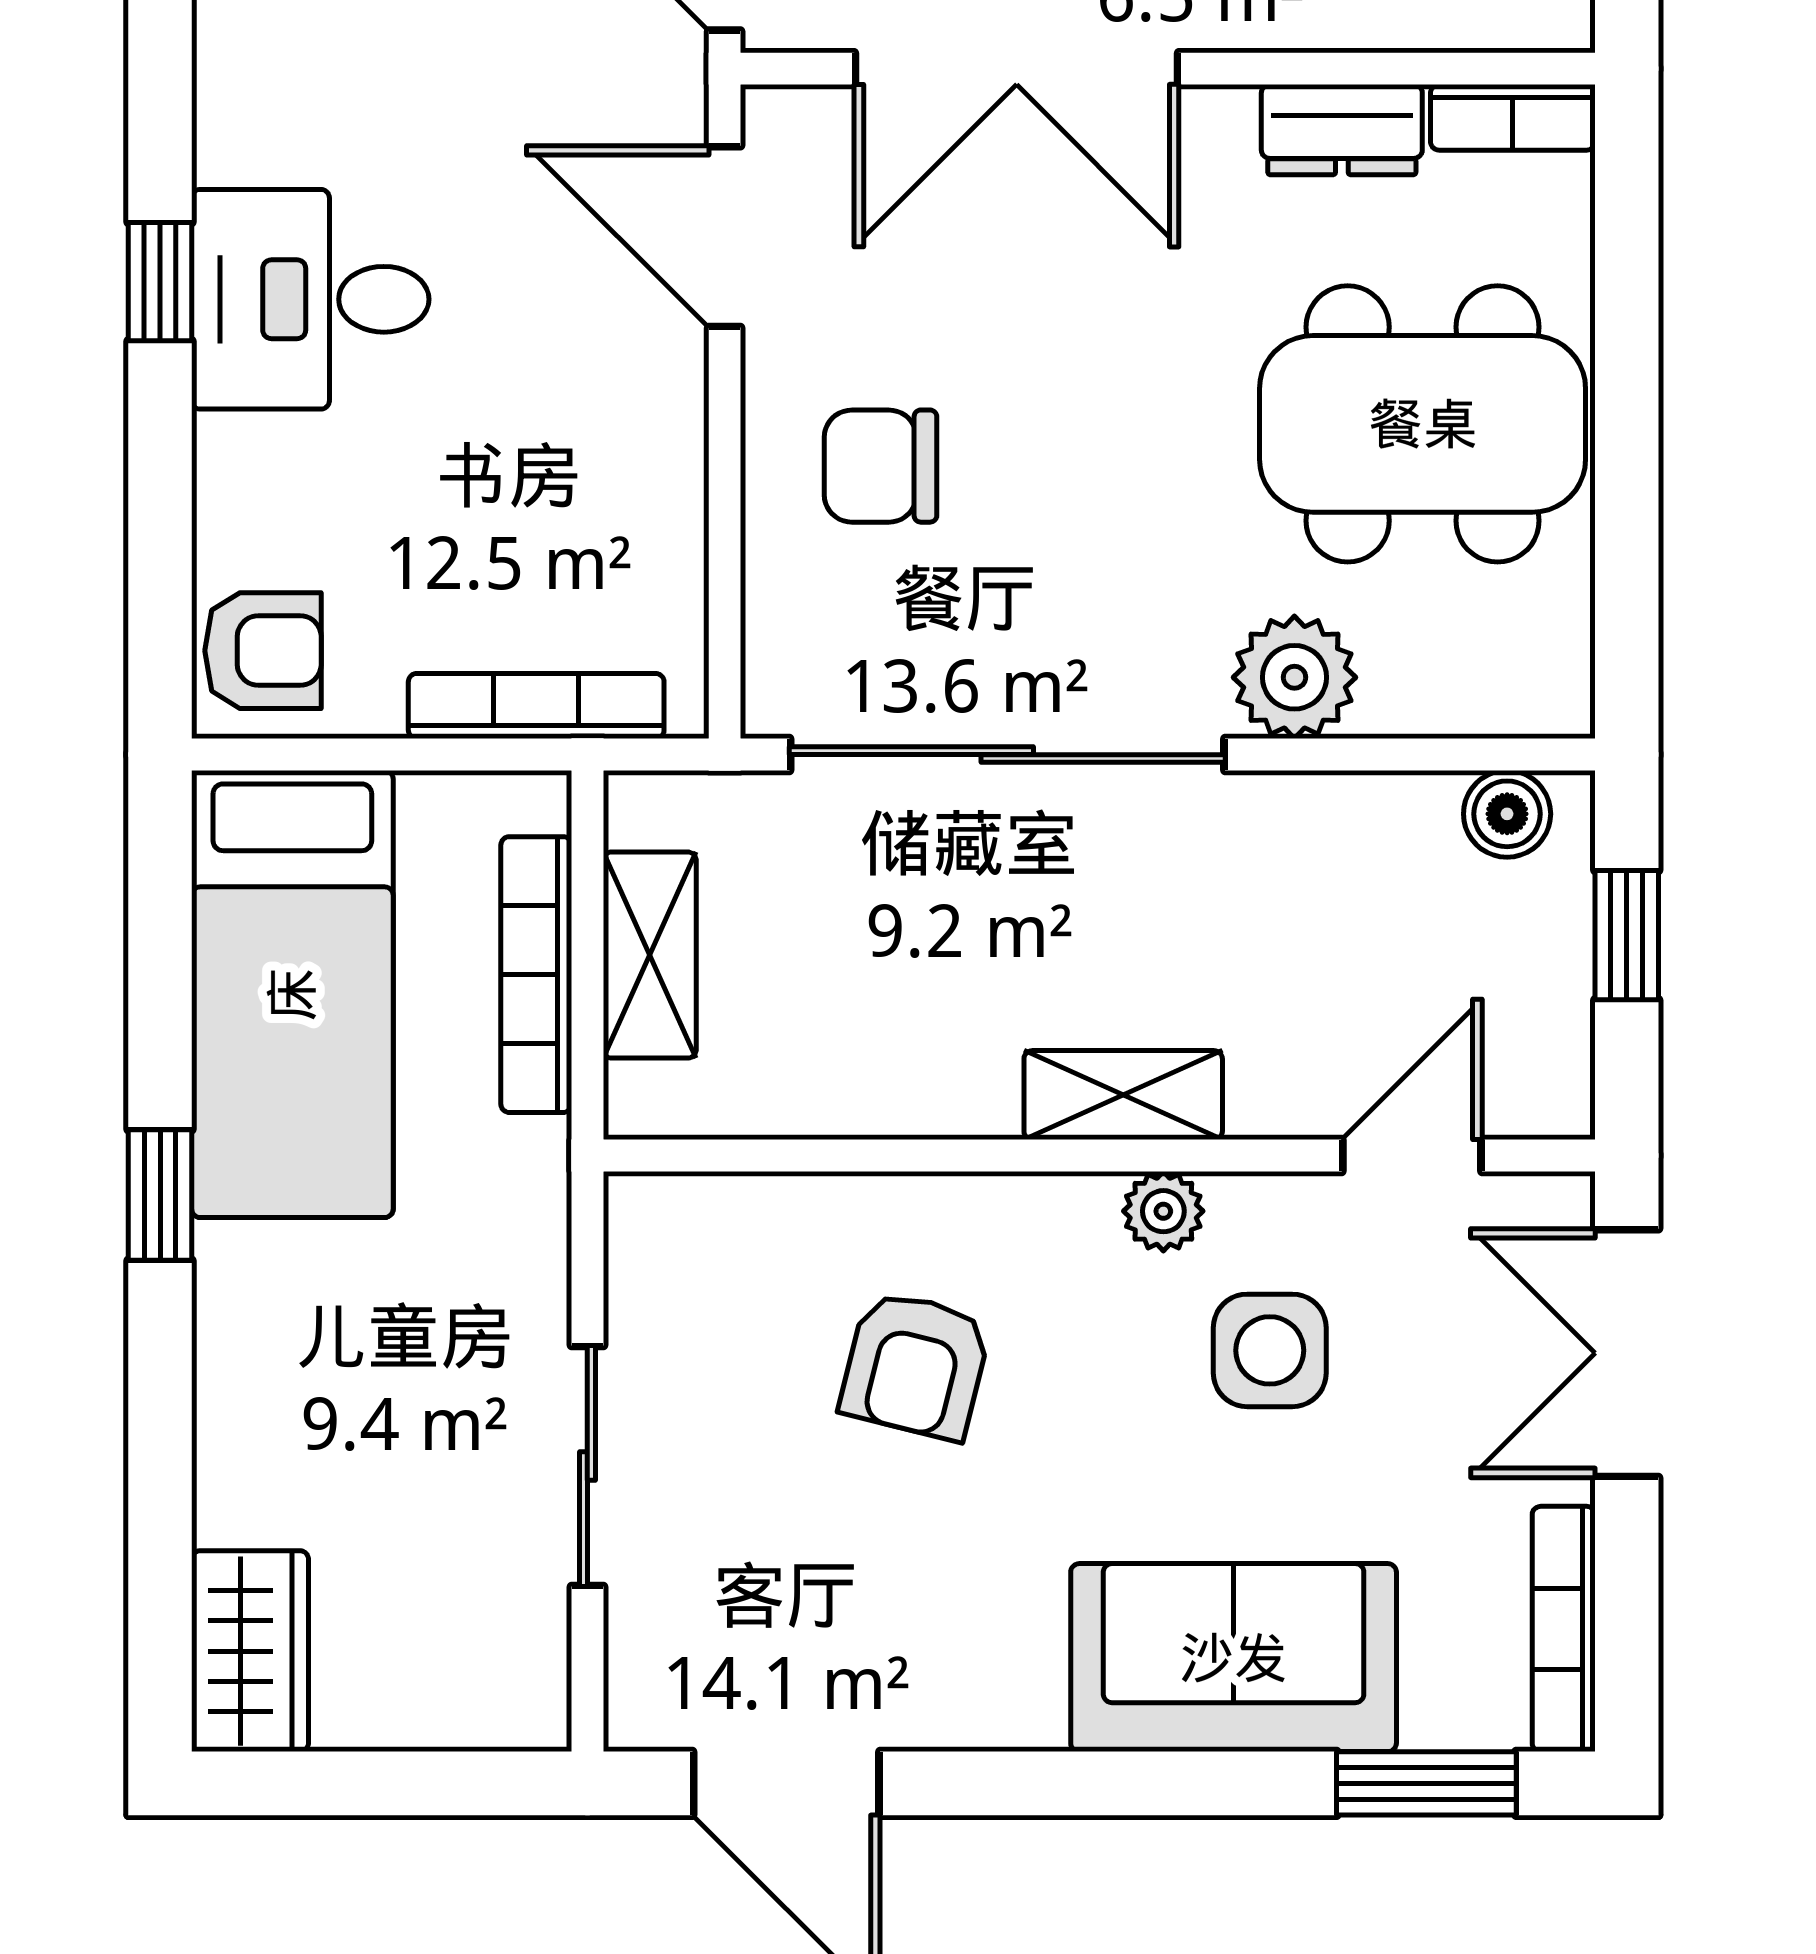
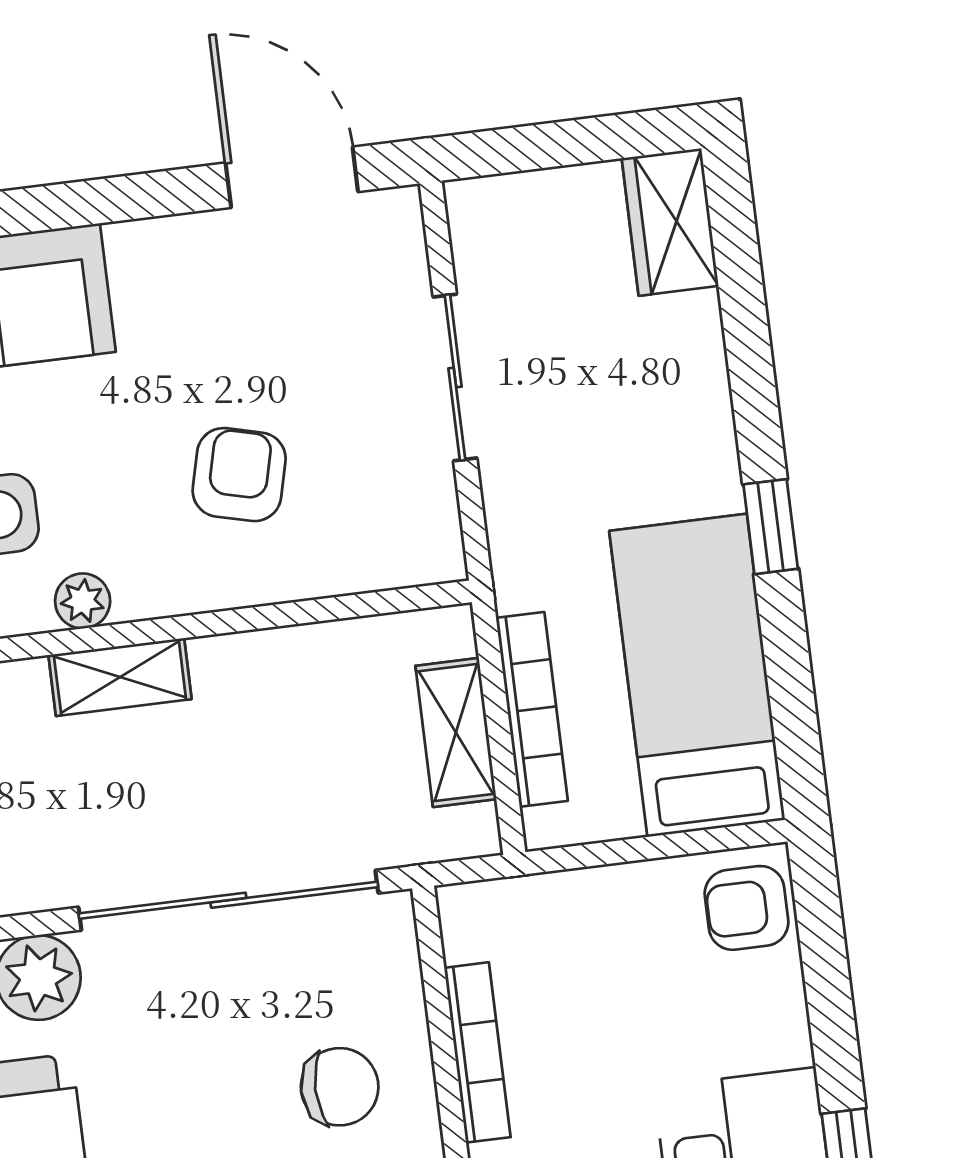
bookcase: (536, 706) -> (477, 1052), moved, turned -90

